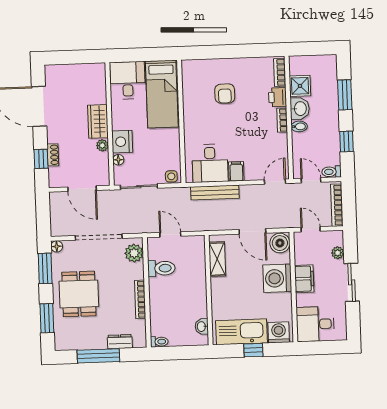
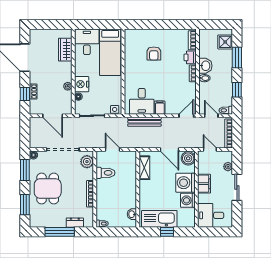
shower: (300, 86) -> (225, 42), moved
wardrobe: (98, 121) -> (65, 50), moved
washing machine: (279, 332) -> (188, 200), moved, turned -90

